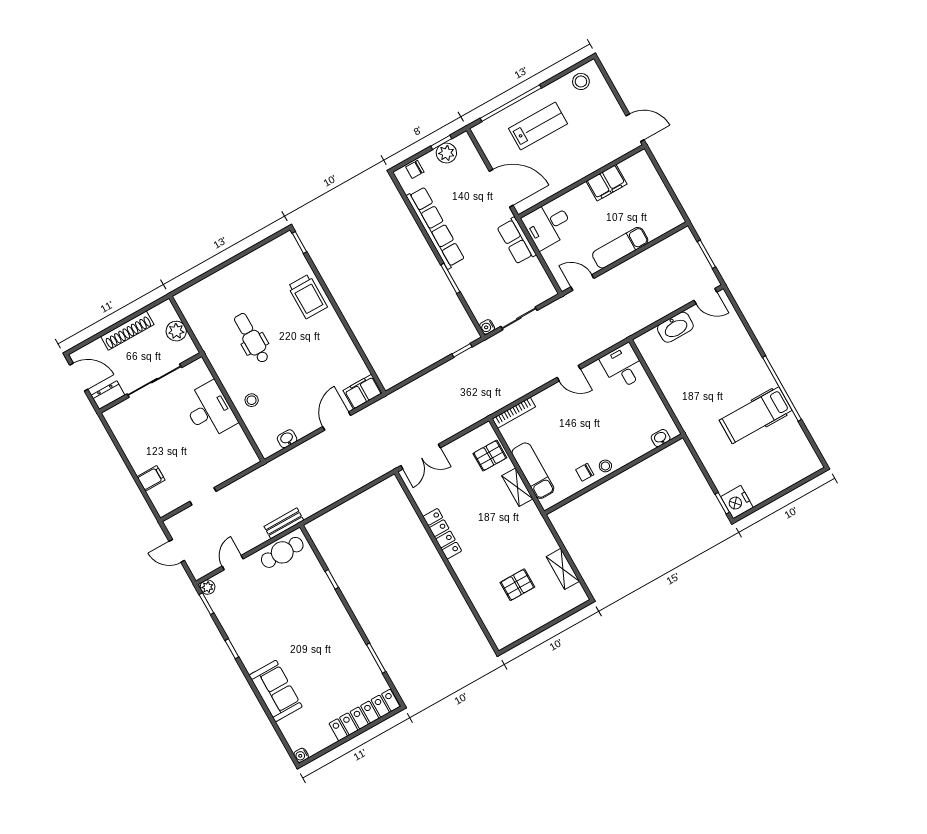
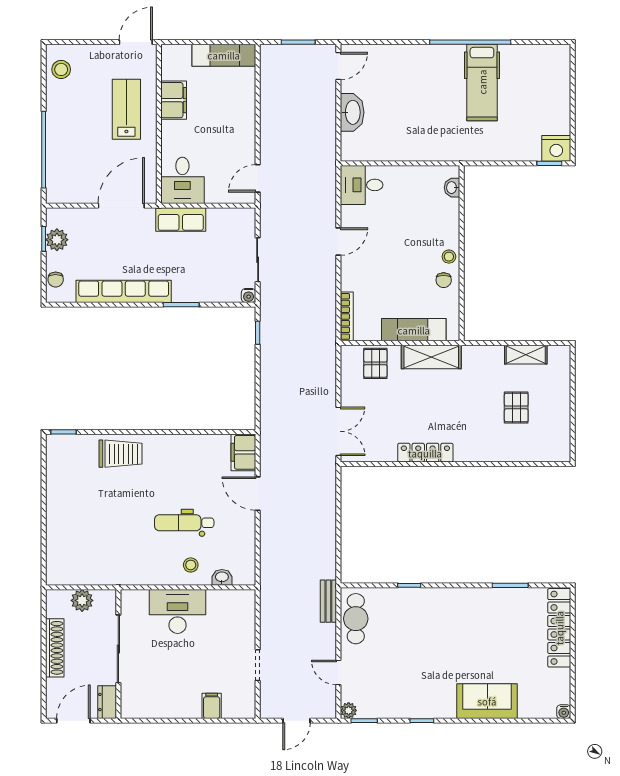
lab bench: (538, 126) -> (126, 109), moved
exam couch: (620, 248) -> (224, 55), moved, turned -90
dental chair: (252, 338) -> (184, 523), moved
washbasin: (287, 439) -> (222, 577), moved, turned 90
shelving: (517, 487) -> (431, 357), width x1.50, depth x1.33

